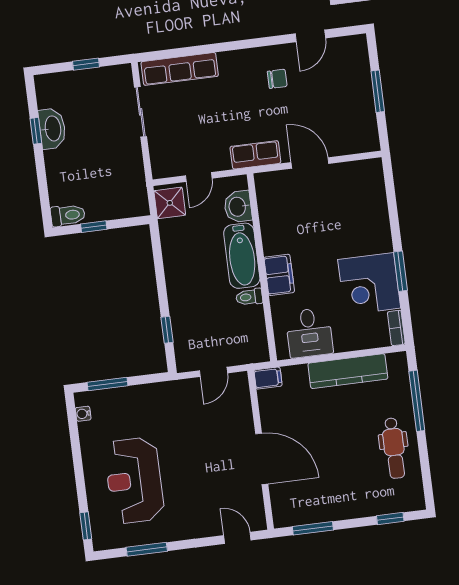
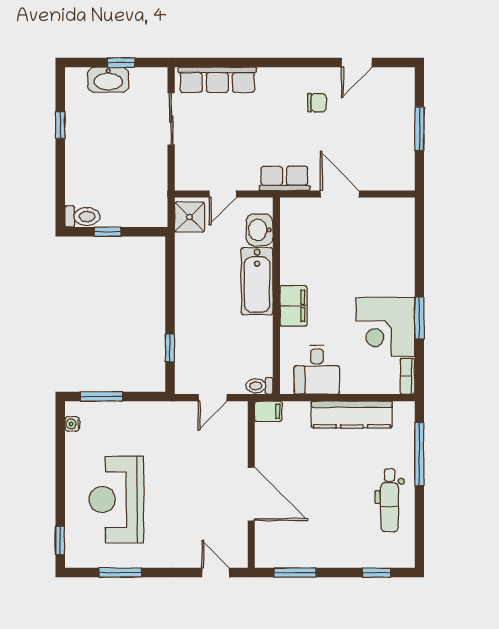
washbasin: (52, 129) -> (108, 80), moved, turned 90
toilet: (249, 297) -> (259, 386), moved

